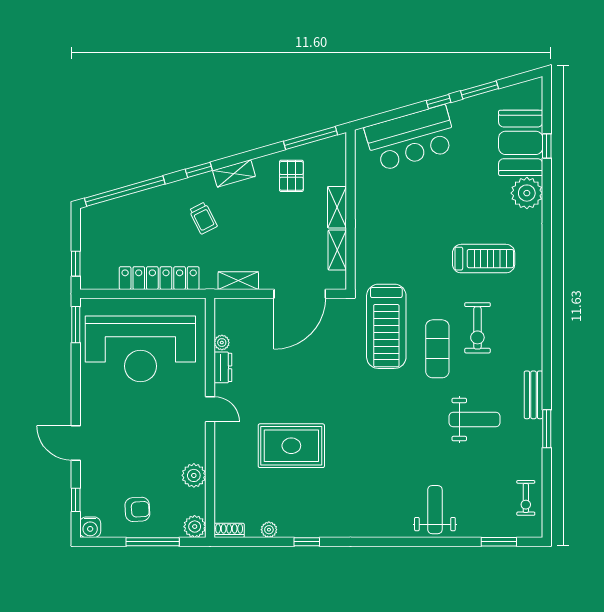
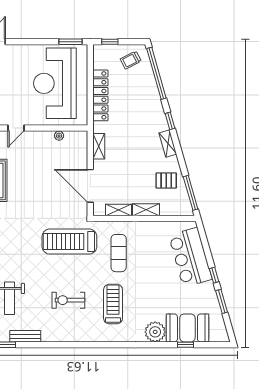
trolley: (203, 218) -> (131, 60), moved
treadmill: (484, 259) -> (113, 304), turned 180
exercise mat: (437, 349) -> (119, 253), moved, turned 90
dresser: (223, 367) -> (43, 136), removed

